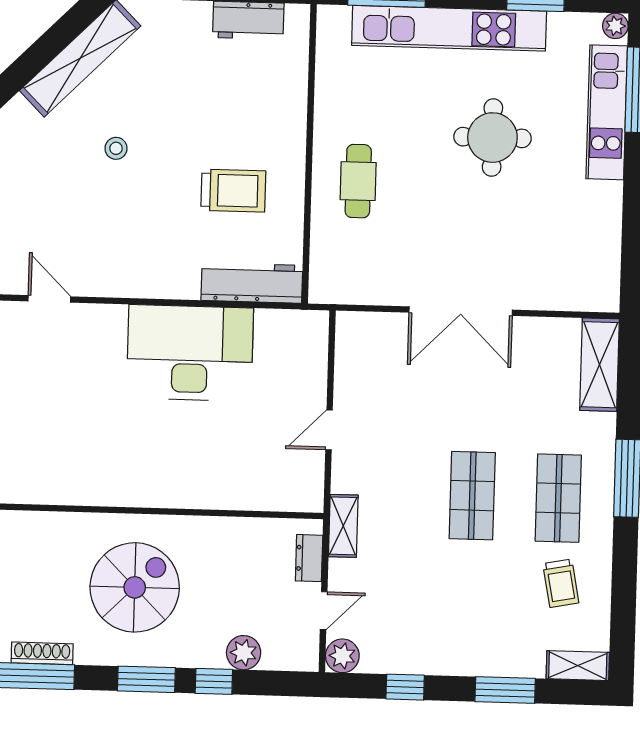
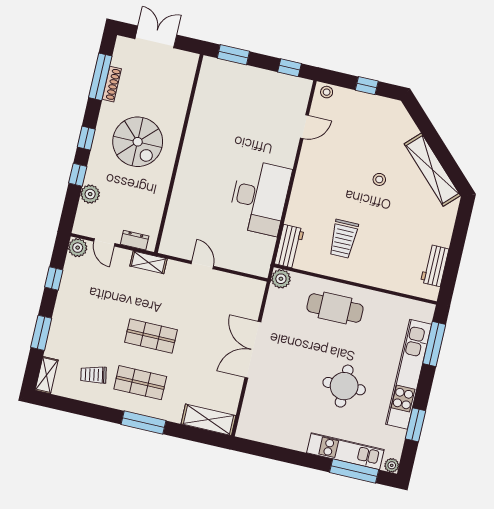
cafe table: (358, 181) -> (335, 308), width x1.37, depth x1.35
workbench: (252, 283) -> (289, 246), width x0.73
plant: (326, 287) -> (281, 279), added
window: (146, 679) -> (86, 138), width x0.67

